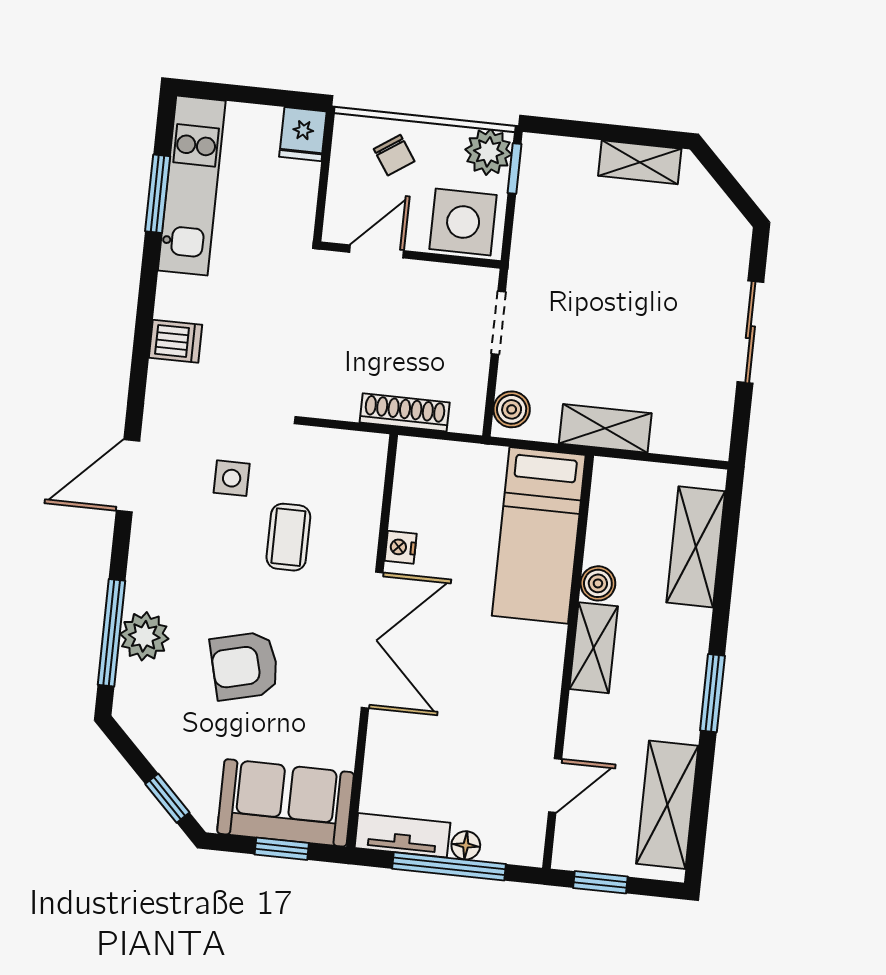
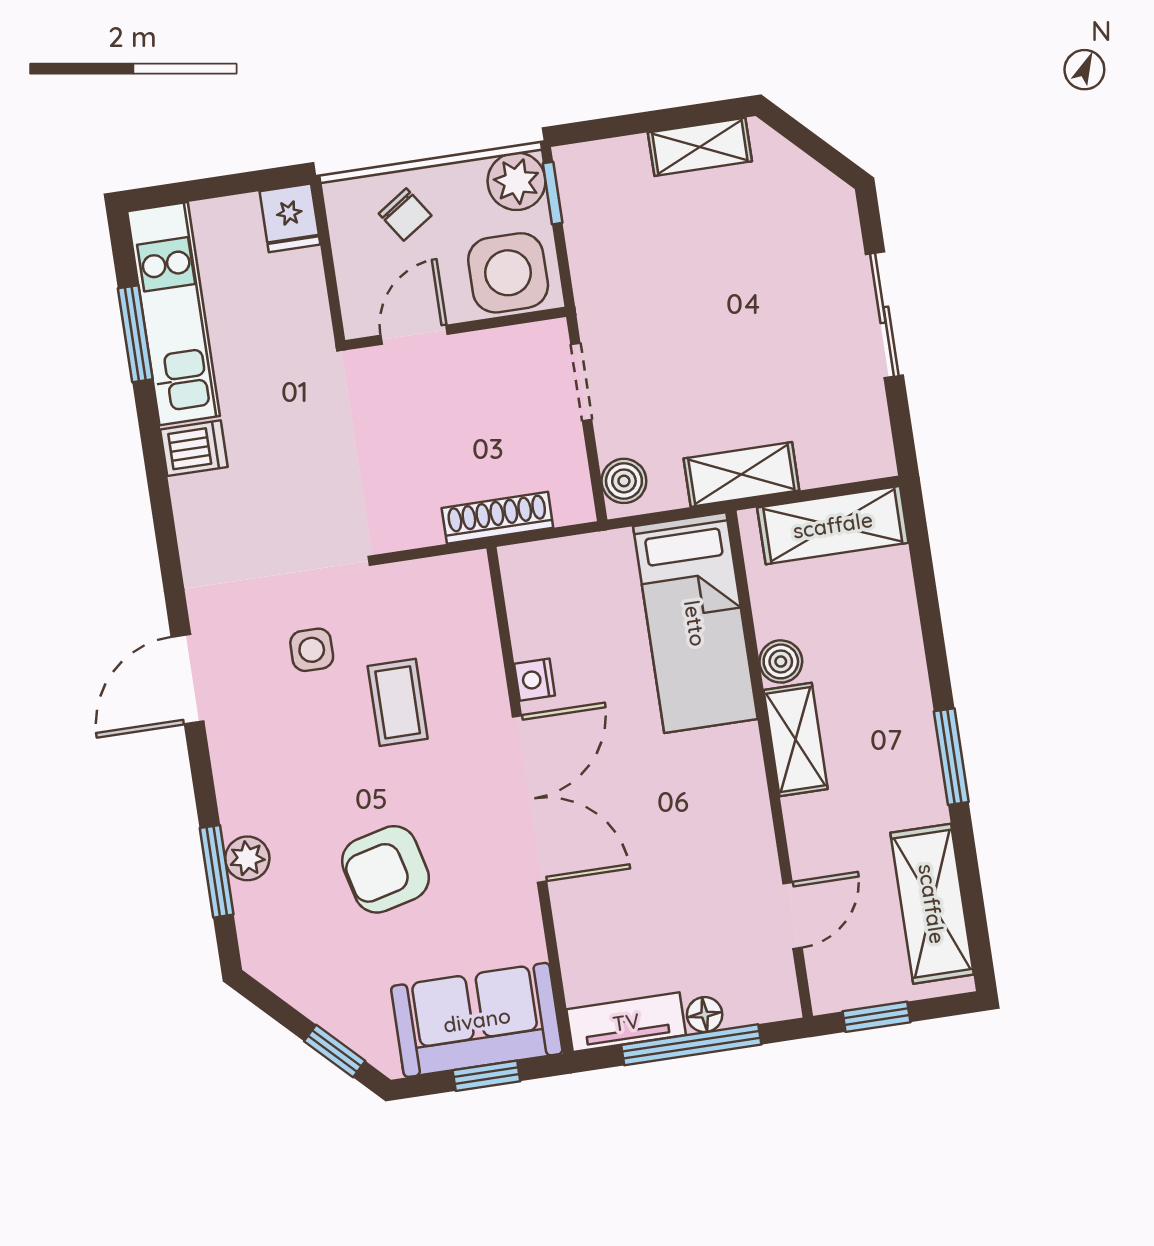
dishwasher: (175, 341) -> (194, 448), moved
shelving: (696, 547) -> (833, 525), moved, turned 90
window: (111, 633) -> (217, 871), width x0.69
plant: (144, 636) -> (247, 858), width x0.73, depth x0.73

